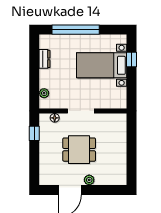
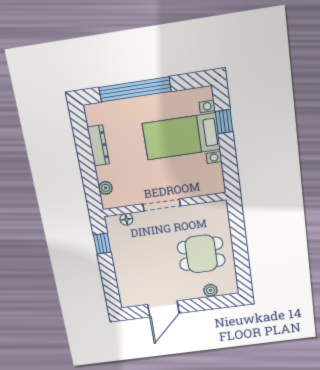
dresser: (44, 59) -> (98, 145), width x1.44
dining table: (79, 150) -> (201, 254), moved
plant: (89, 180) -> (210, 290), moved

